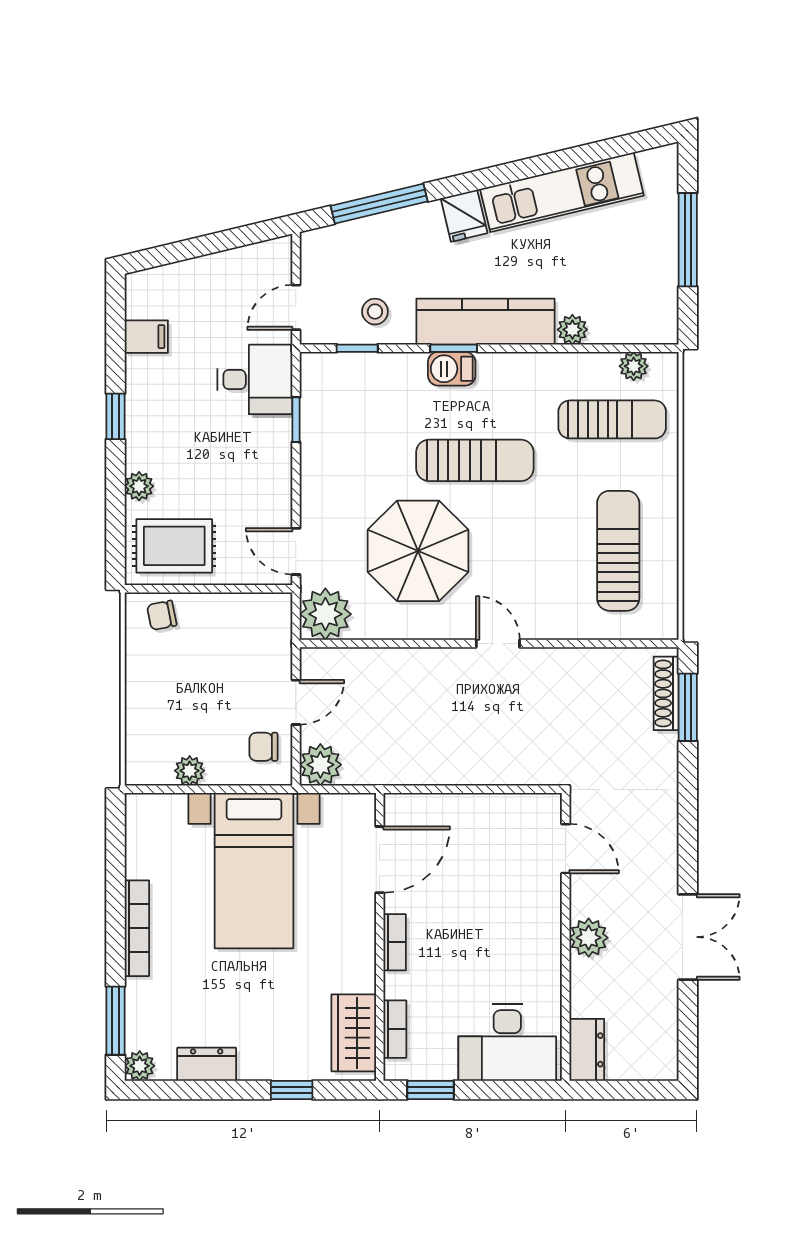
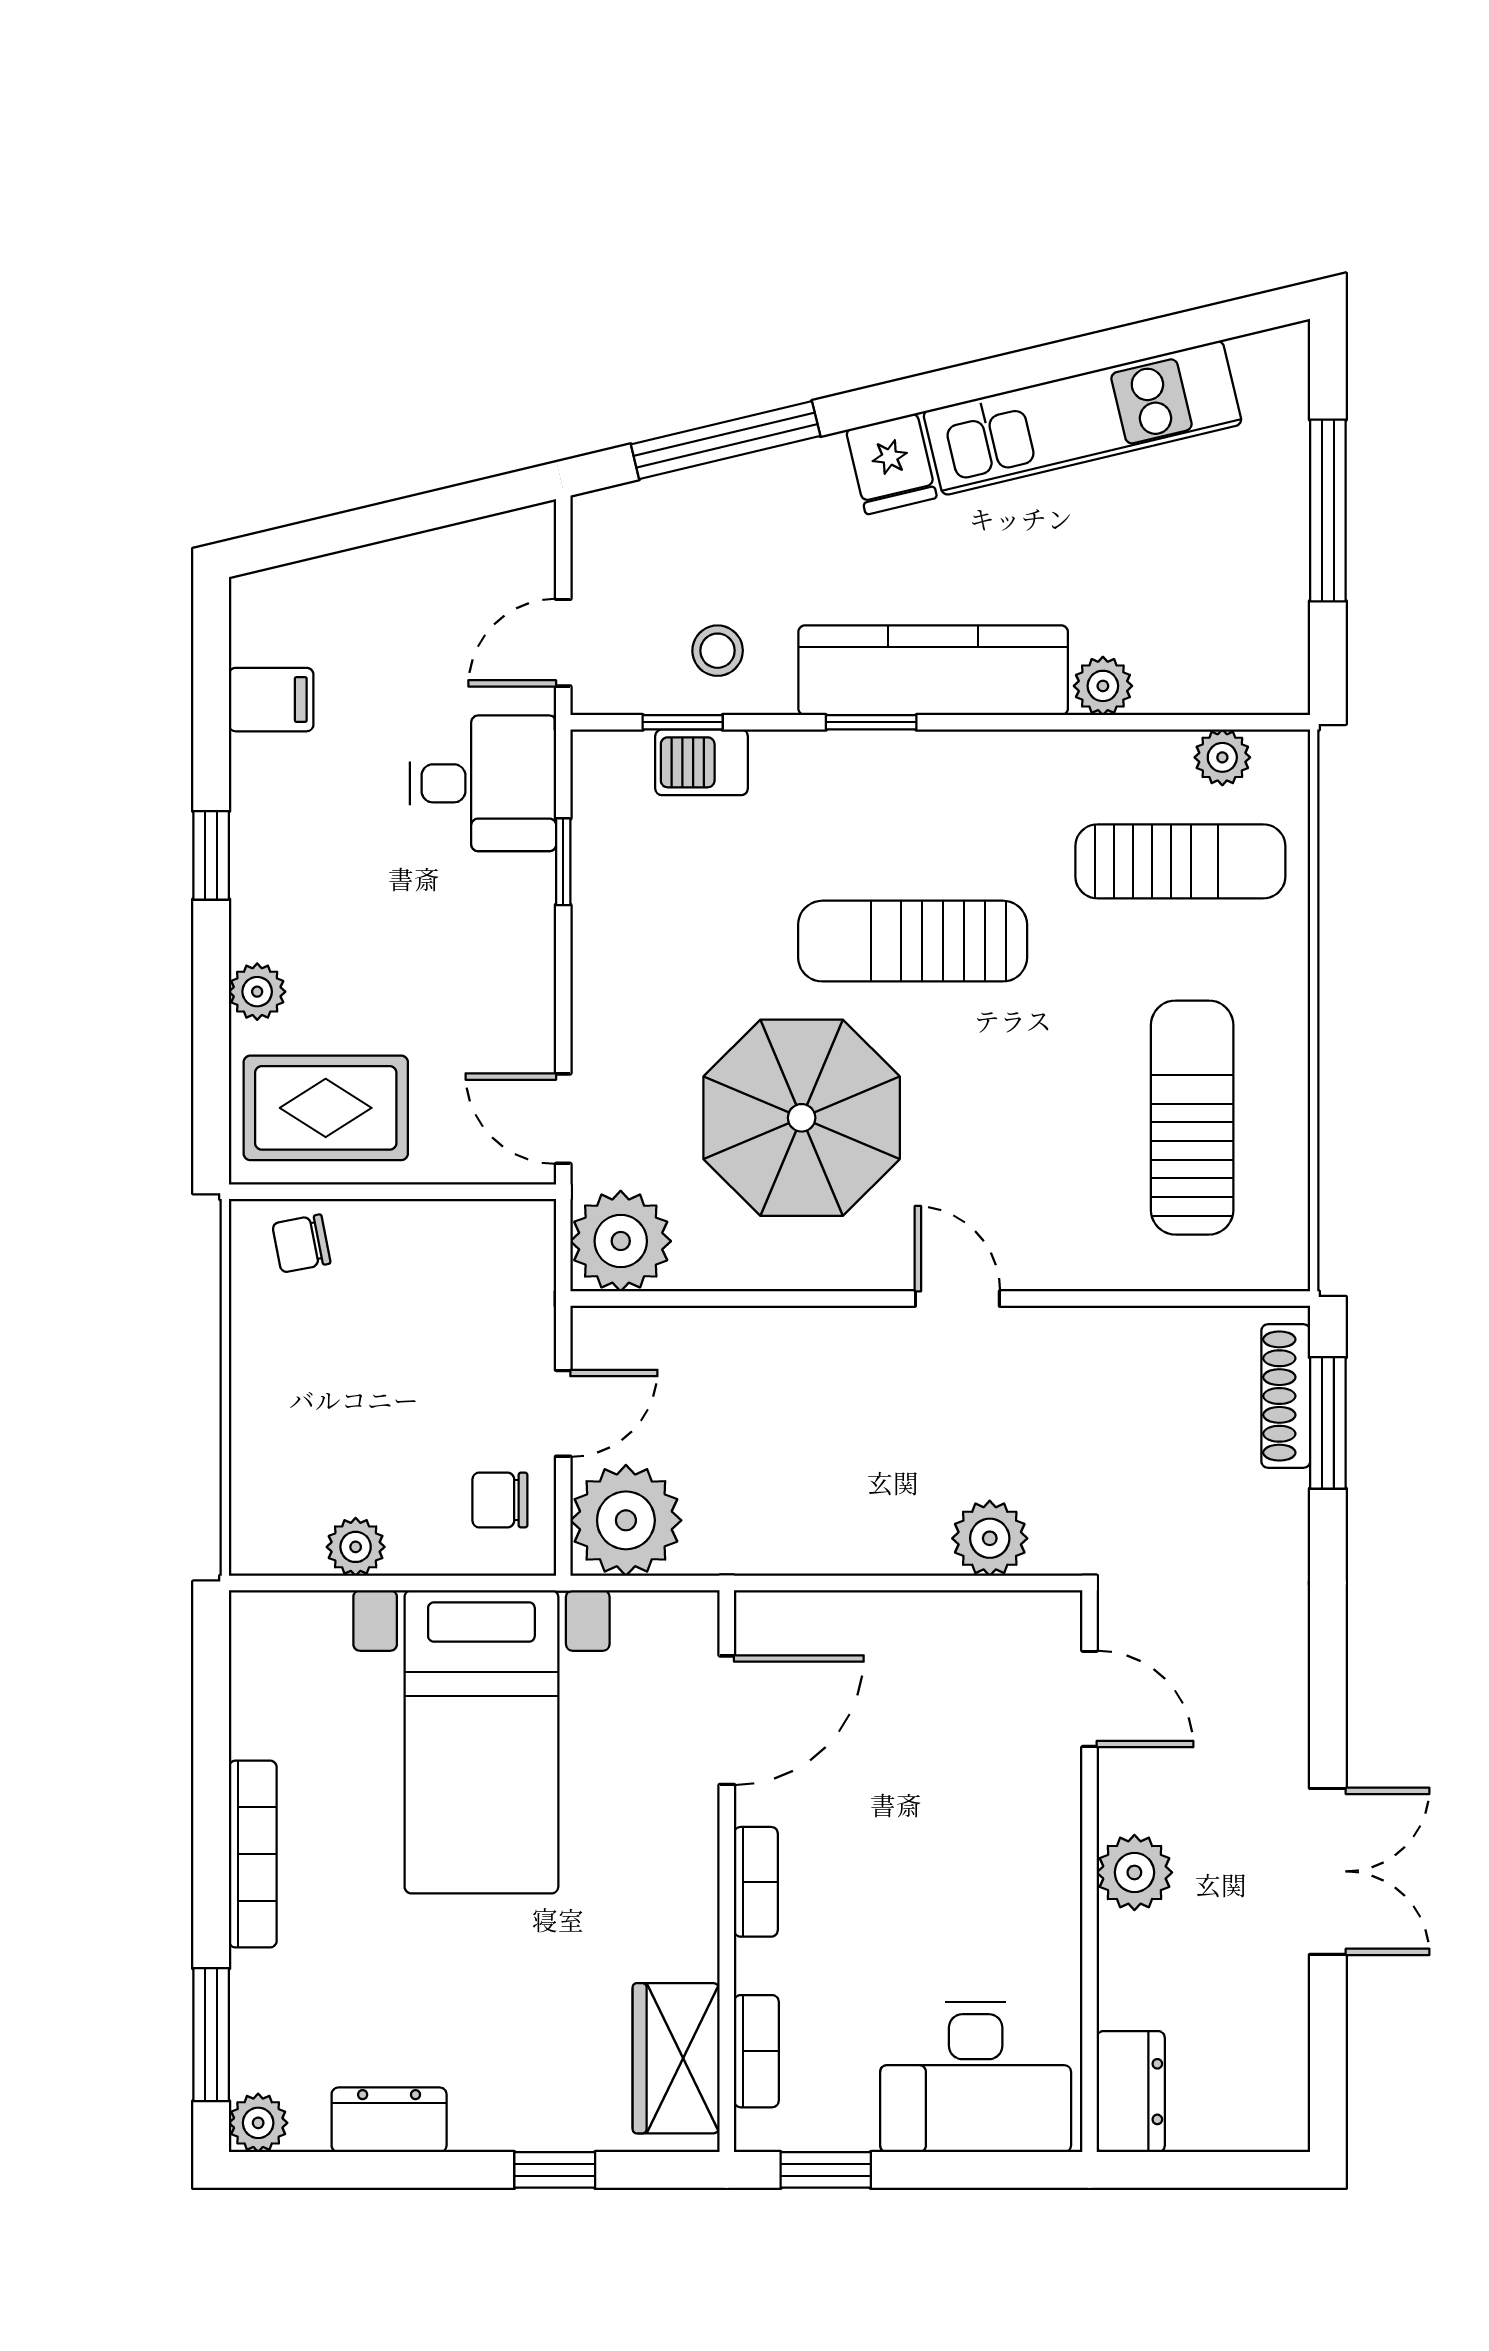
barbecue: (452, 369) -> (702, 762), moved
sun lounger: (475, 460) -> (913, 941), turned 180
plant: (320, 765) -> (626, 1520), width x1.36, depth x1.36
plant: (514, 766) -> (990, 1538), added

